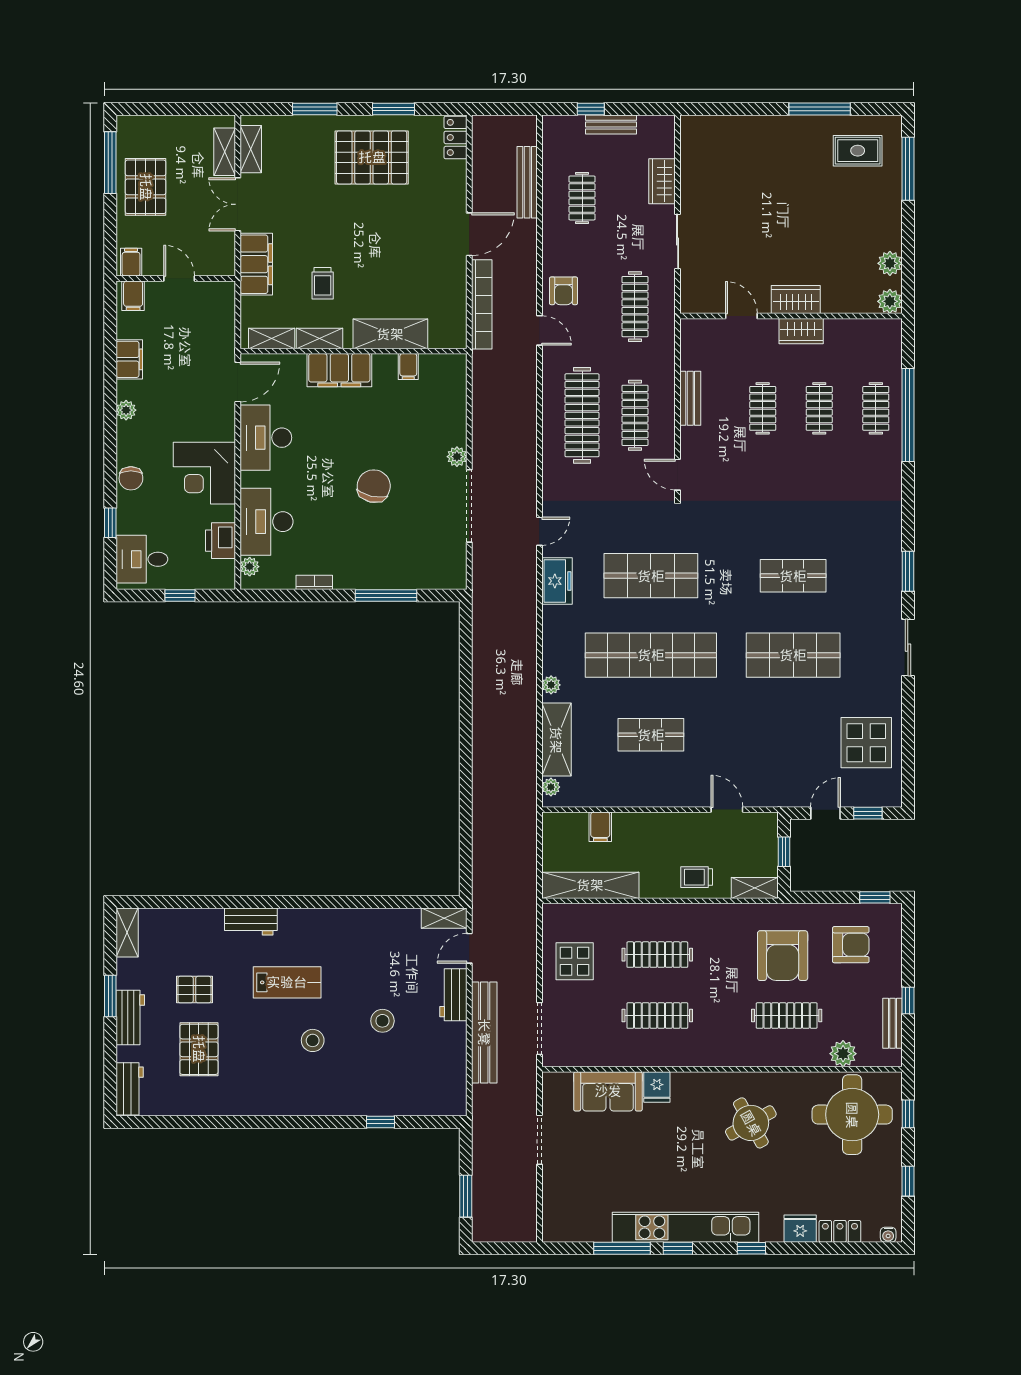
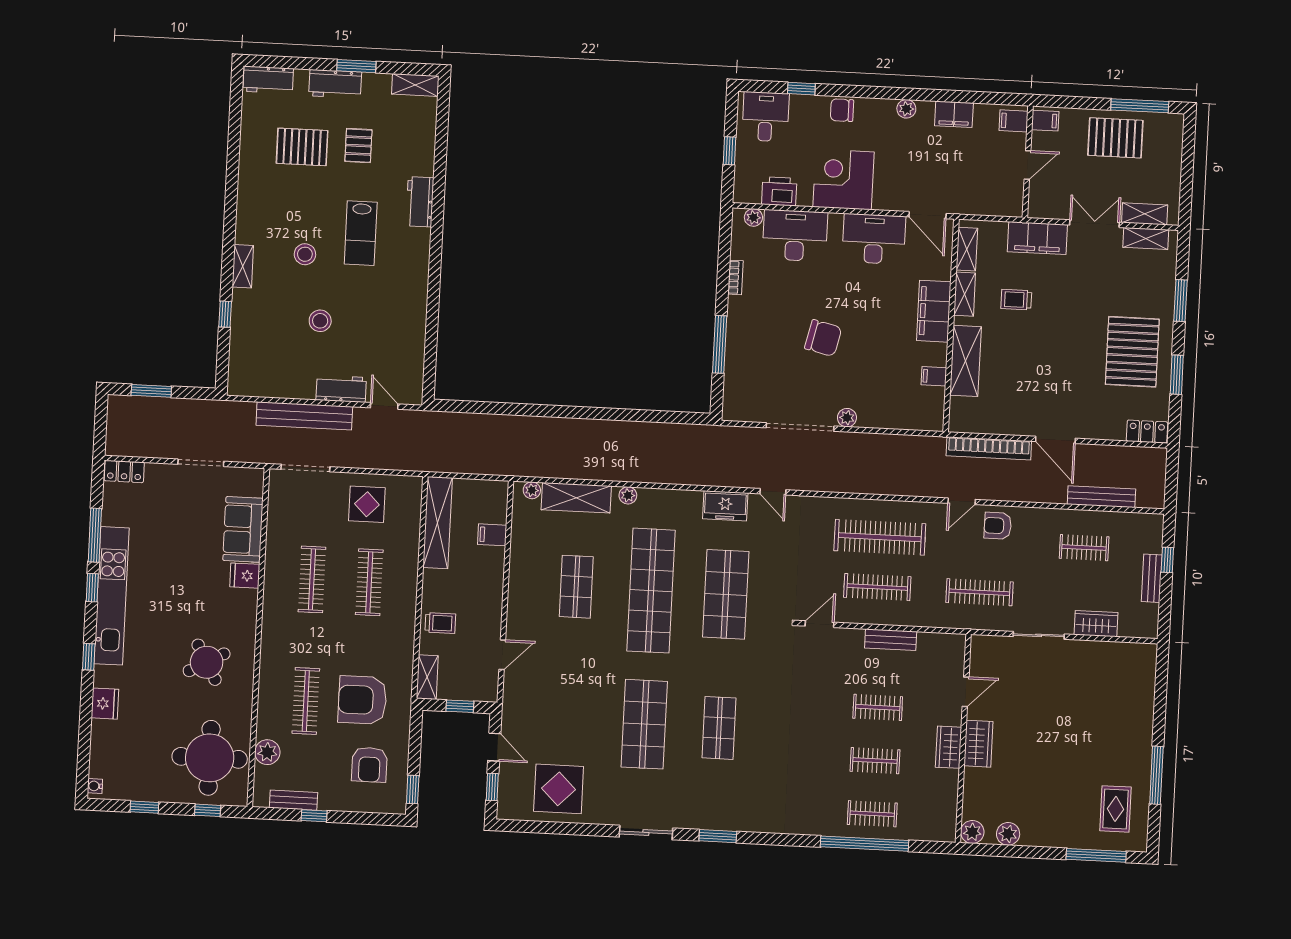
trolley: (697, 877) -> (440, 623), turned 90
shelving: (444, 918) -> (243, 266), moved
locker: (840, 1231) -> (124, 471), moved, turned 90

